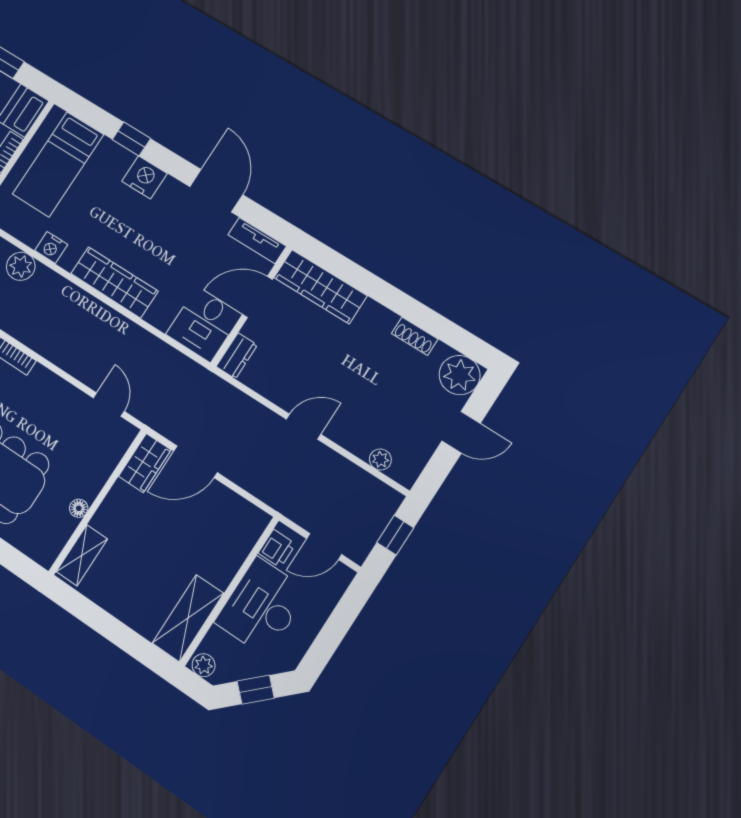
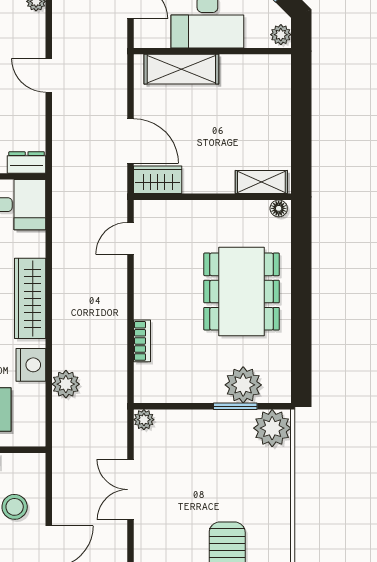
nightstand: (51, 247) -> (31, 365), width x1.36, depth x1.33
floor lamp: (79, 508) -> (279, 208), moved
printer: (277, 549) -> (156, 36), removed
shelving: (188, 618) -> (181, 69), moved

